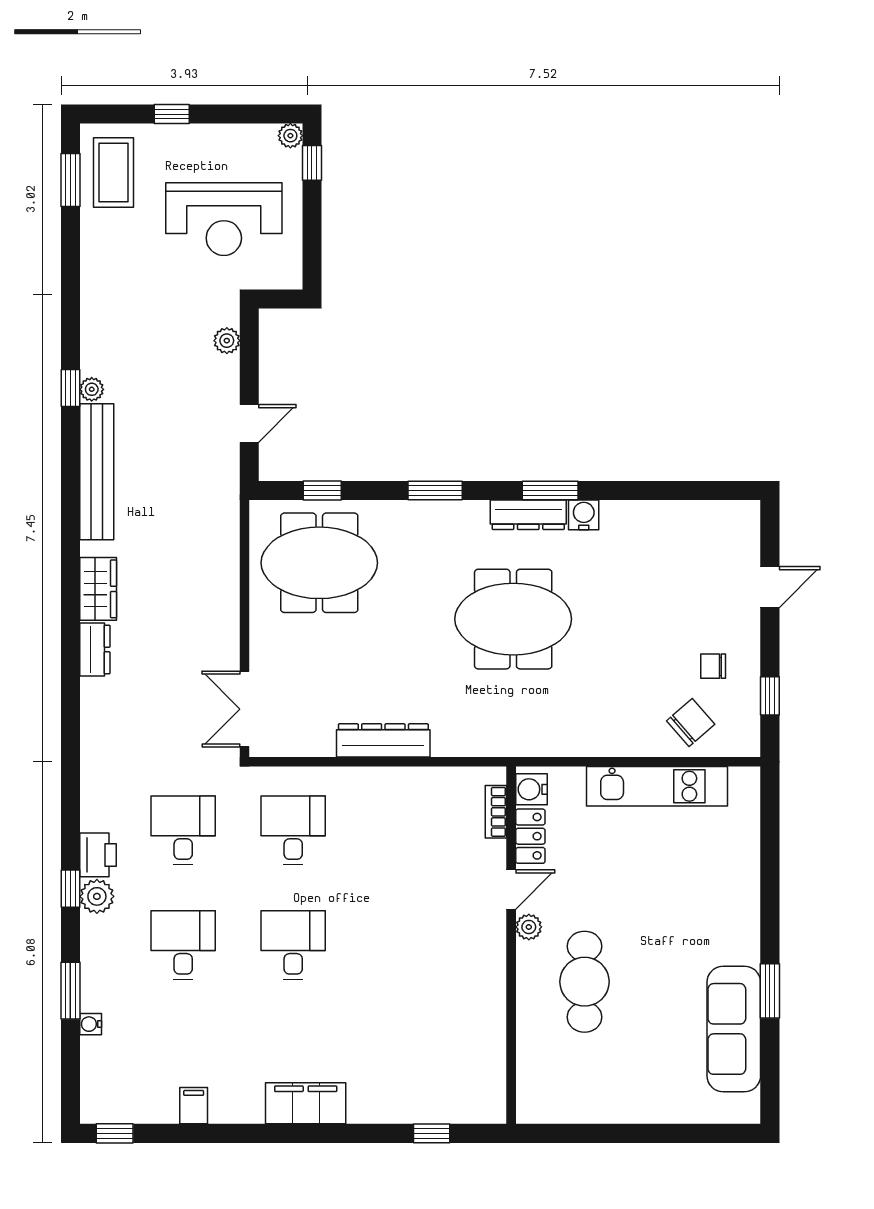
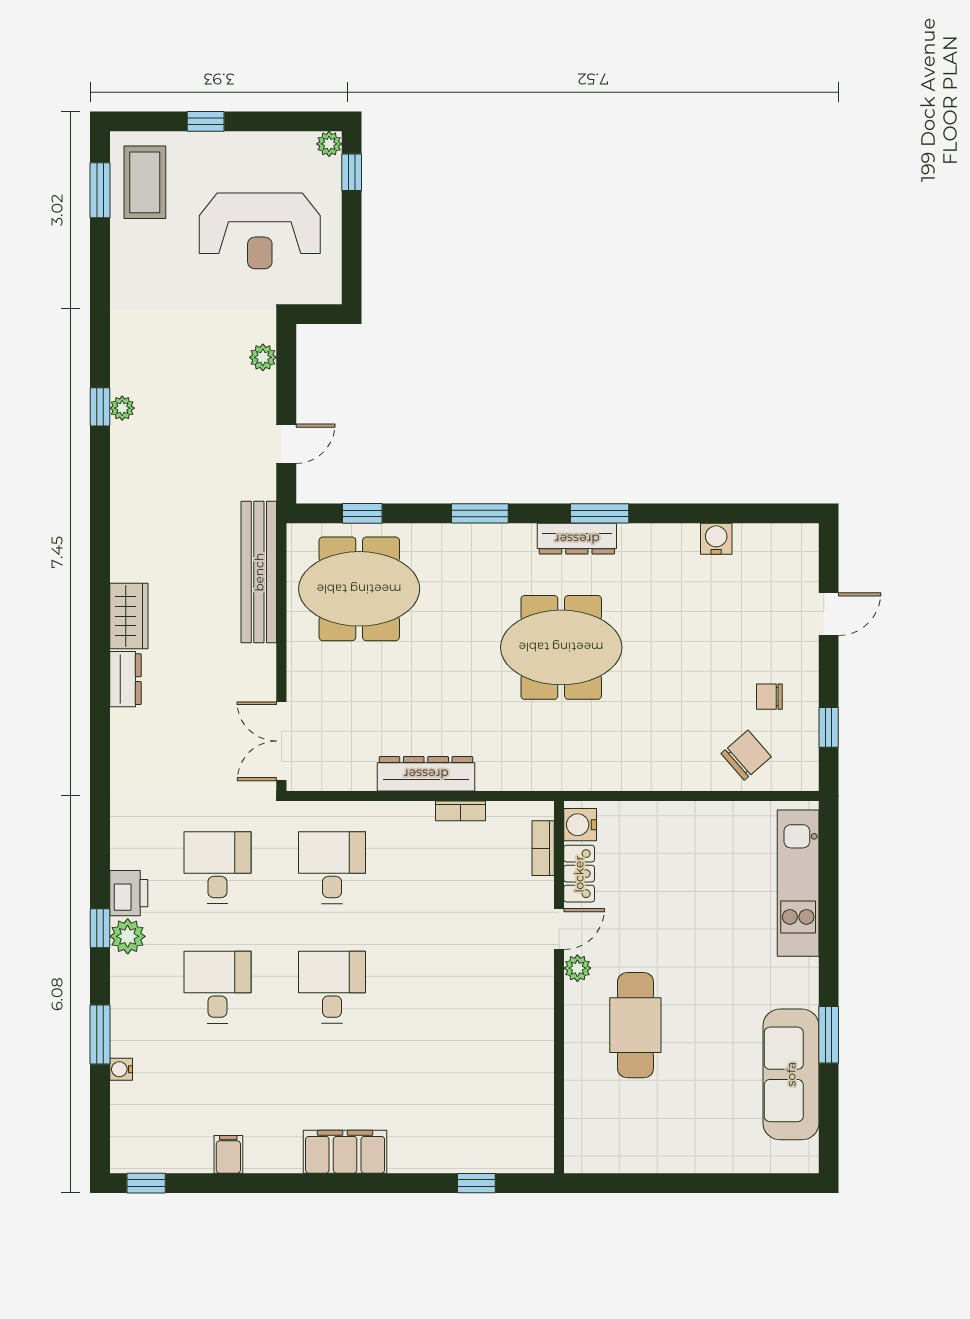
bench: (97, 472) -> (259, 572), moved
water cooler: (584, 515) -> (716, 539), moved
bookcase: (417, 776) -> (461, 811), added
kitchen unit: (657, 786) -> (798, 883), moved, turned 90

